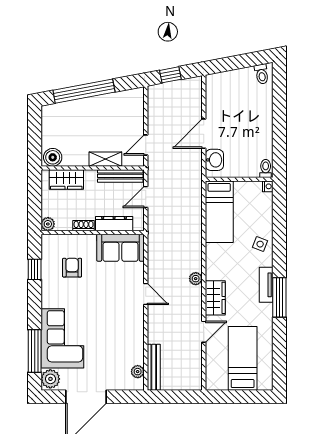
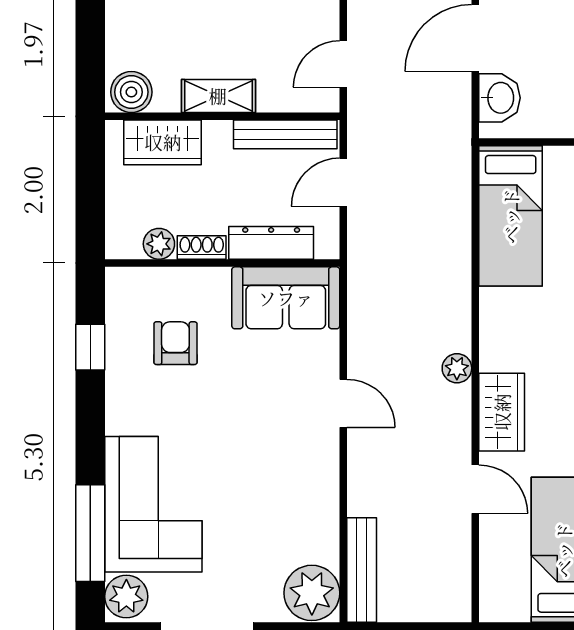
shelving: (105, 159) -> (218, 96), moved
plant: (48, 224) -> (159, 244), moved
door: (204, 332) -> (475, 489), hinge flipped
plant: (138, 372) -> (312, 593), width x1.87, depth x1.87

